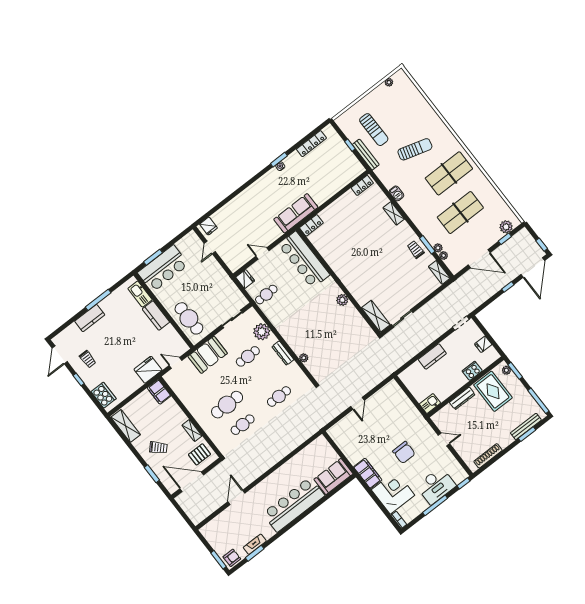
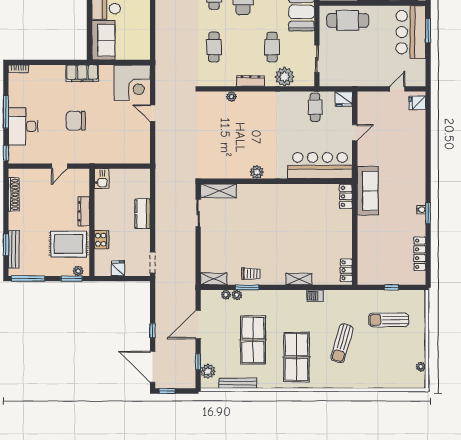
bench: (366, 155) -> (238, 383), moved
door: (210, 247) -> (397, 89), hinge flipped
corner desk: (393, 493) -> (132, 83), moved

